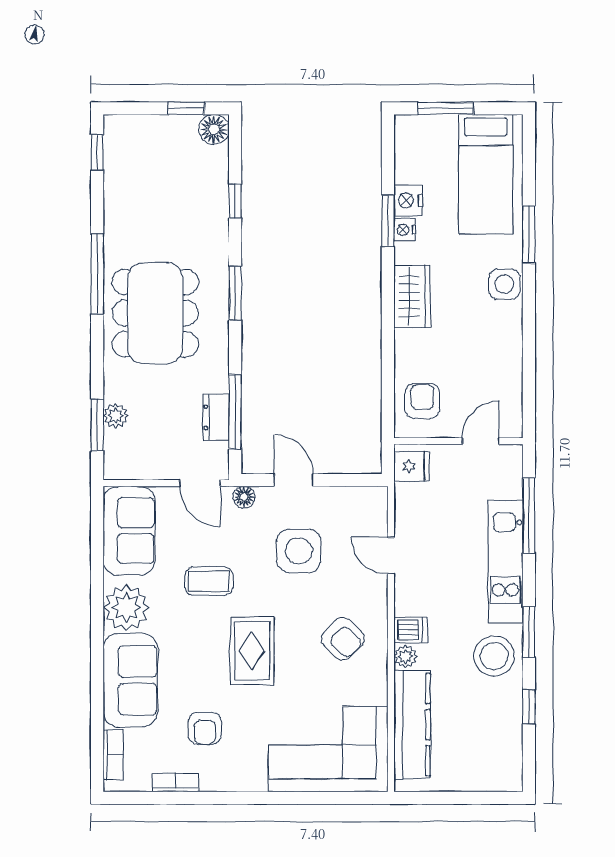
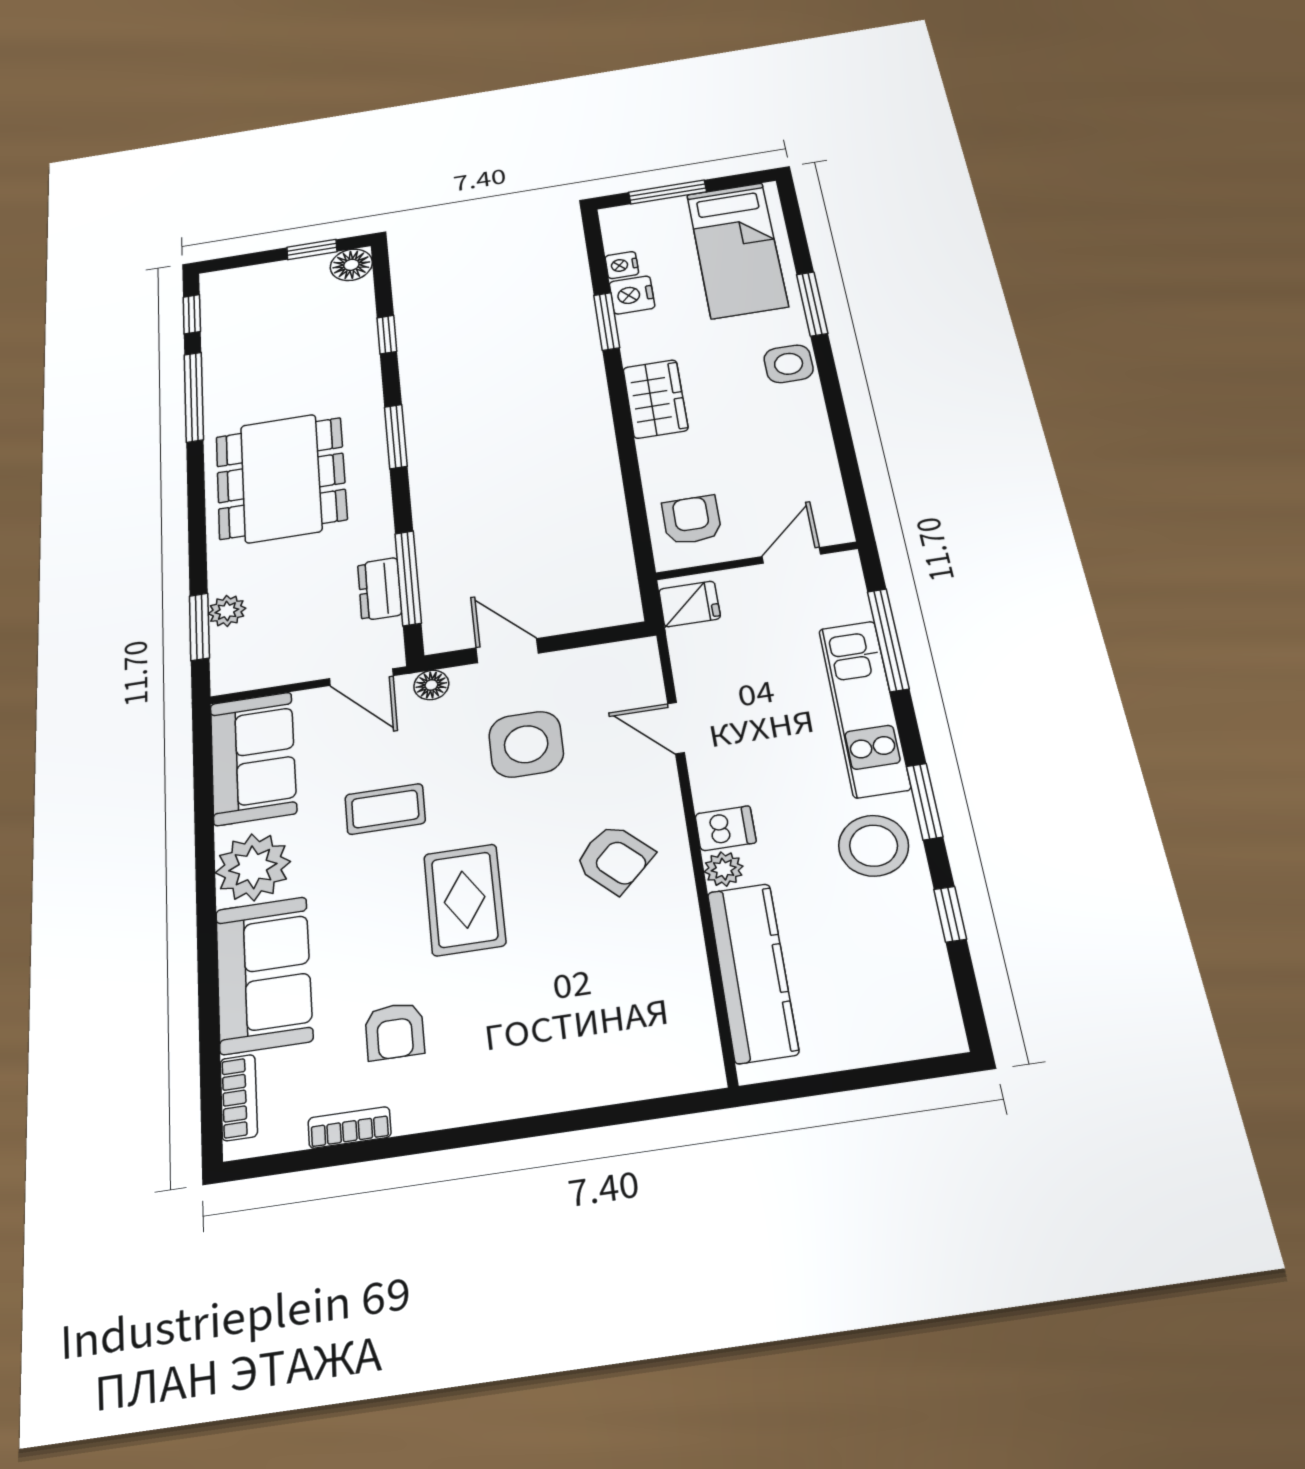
nightstand: (405, 230) -> (622, 265), moved
window: (97, 274) -> (194, 397), moved
corner sofa: (328, 749) -> (612, 1033), removed

